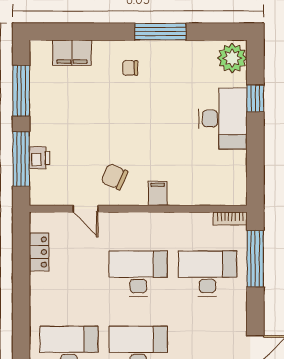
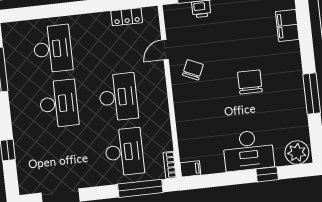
chair: (130, 68) -> (250, 82), moved, width x1.87, depth x1.87
filing cabinet: (158, 193) -> (190, 169), moved

